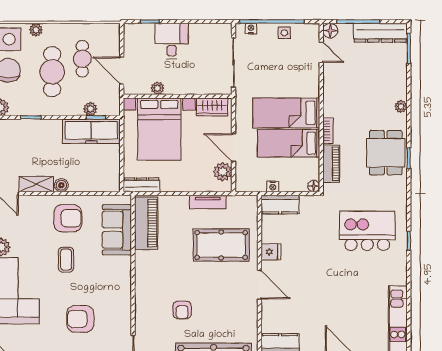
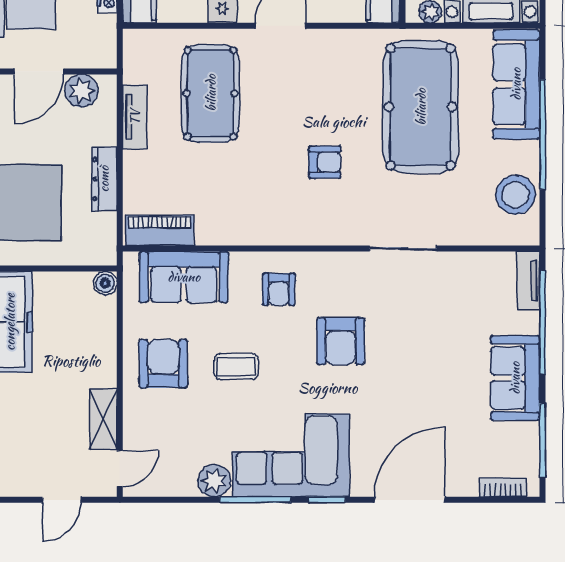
boiler: (61, 185) -> (105, 283), moved
dresser: (141, 185) -> (104, 179), moved
piano: (146, 223) -> (160, 230), width x0.73, depth x0.75
armchair: (110, 284) -> (279, 289), added

